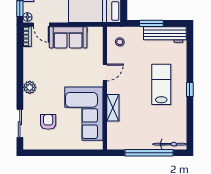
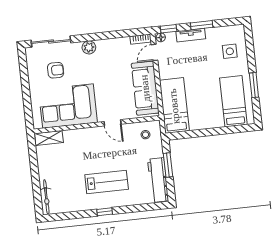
sofa: (68, 37) -> (145, 88), width x1.36
shelving: (113, 108) -> (49, 138), moved
sliding door: (20, 123) -> (51, 41), width x1.37
window: (149, 153) -> (35, 177), removed

